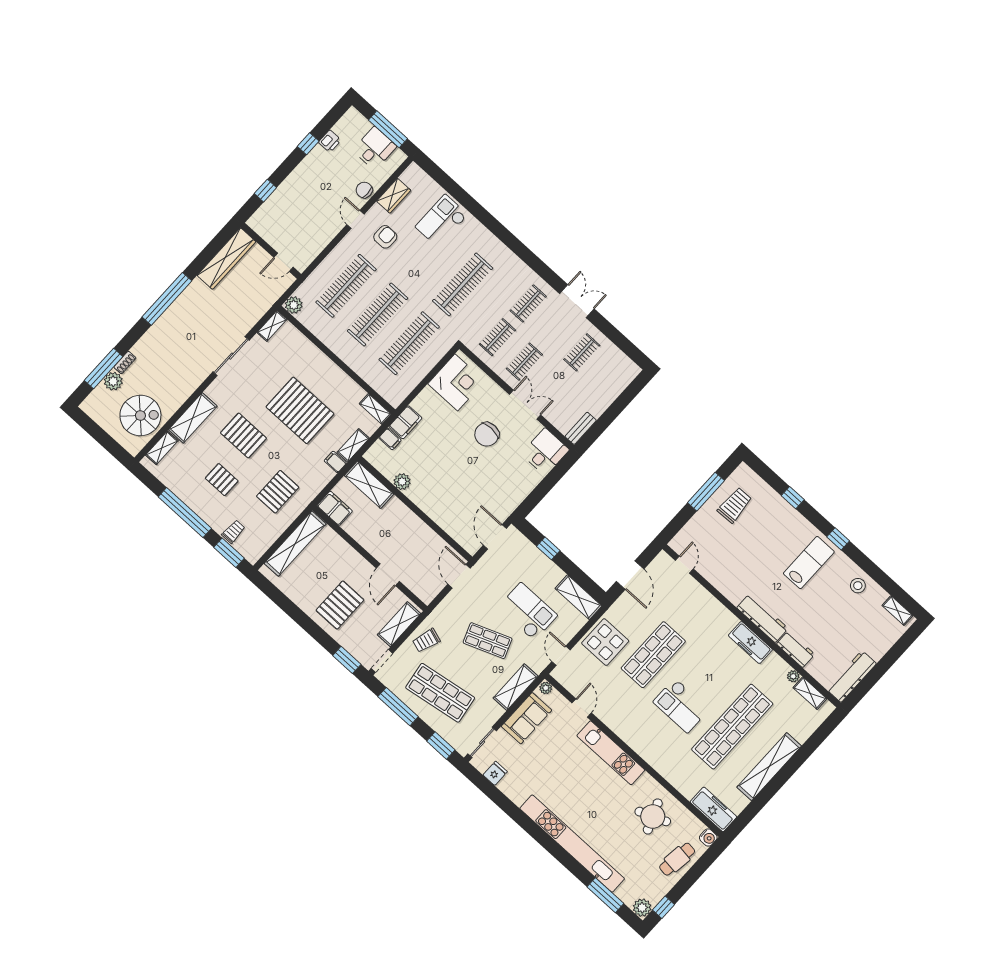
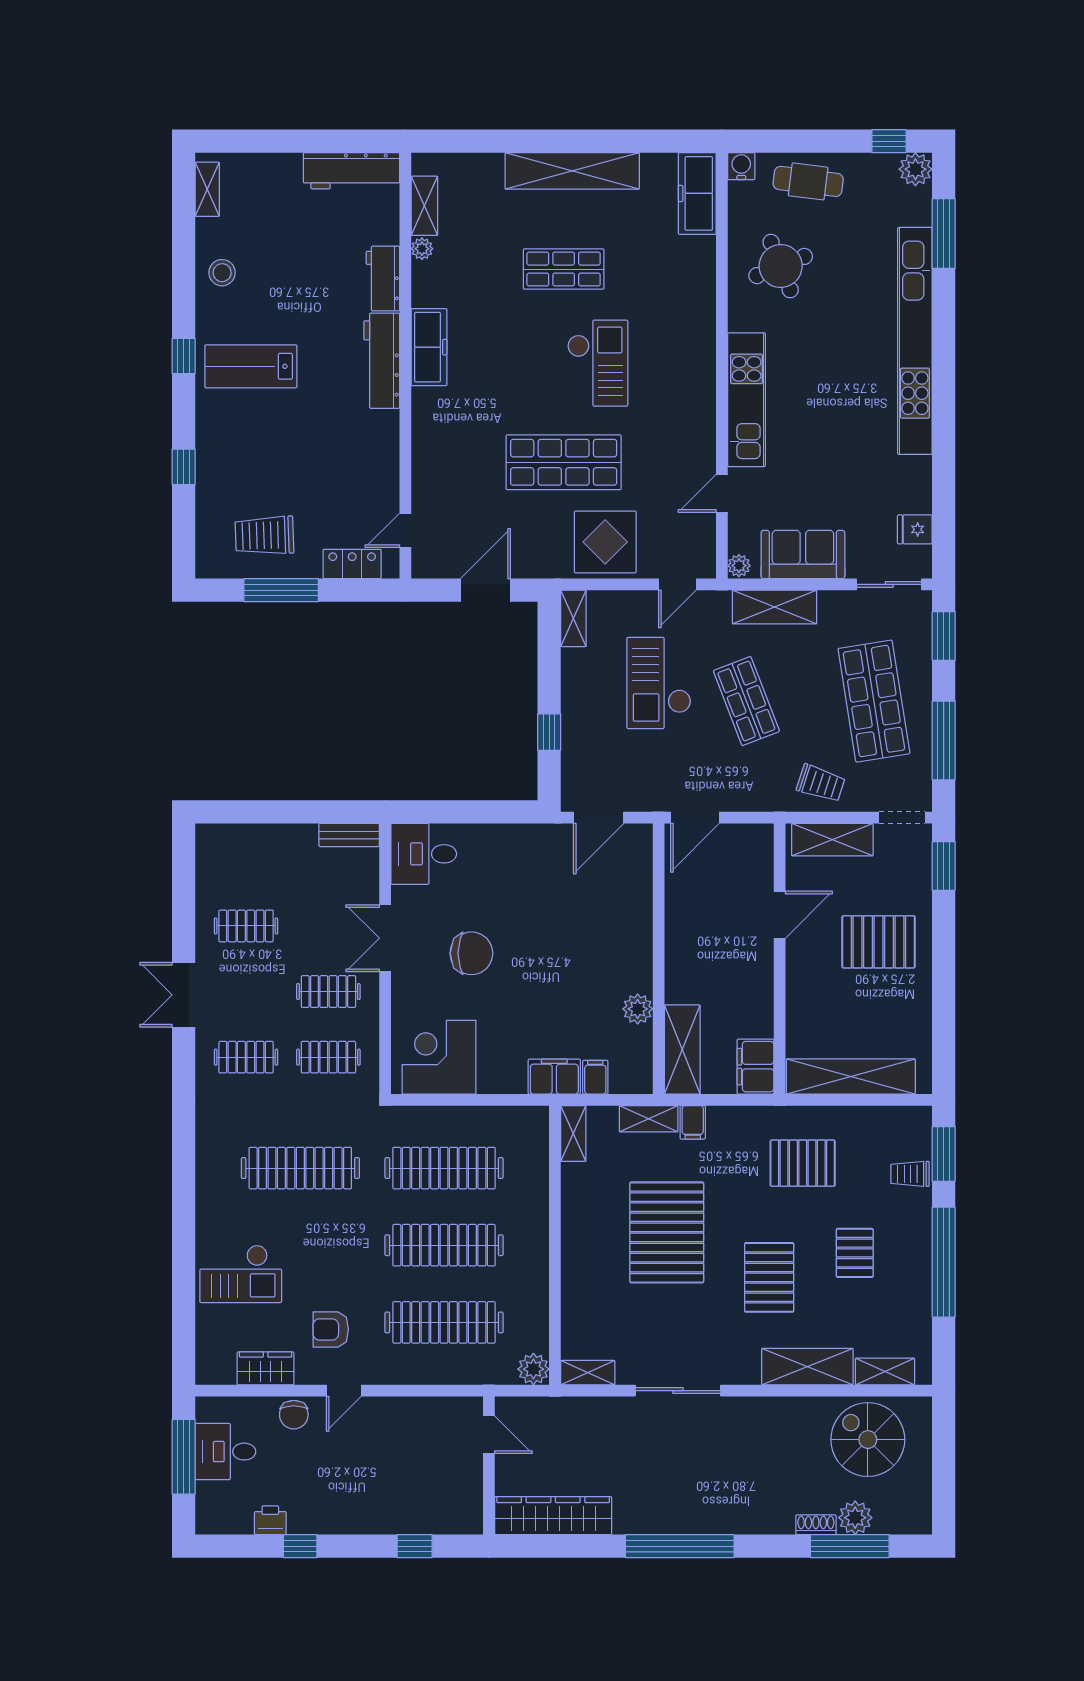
locker: (690, 530) -> (352, 564), added
shelving: (578, 597) -> (573, 618), width x0.67, depth x0.75
shop shelf: (732, 727) -> (564, 269), width x0.50, depth x0.74

